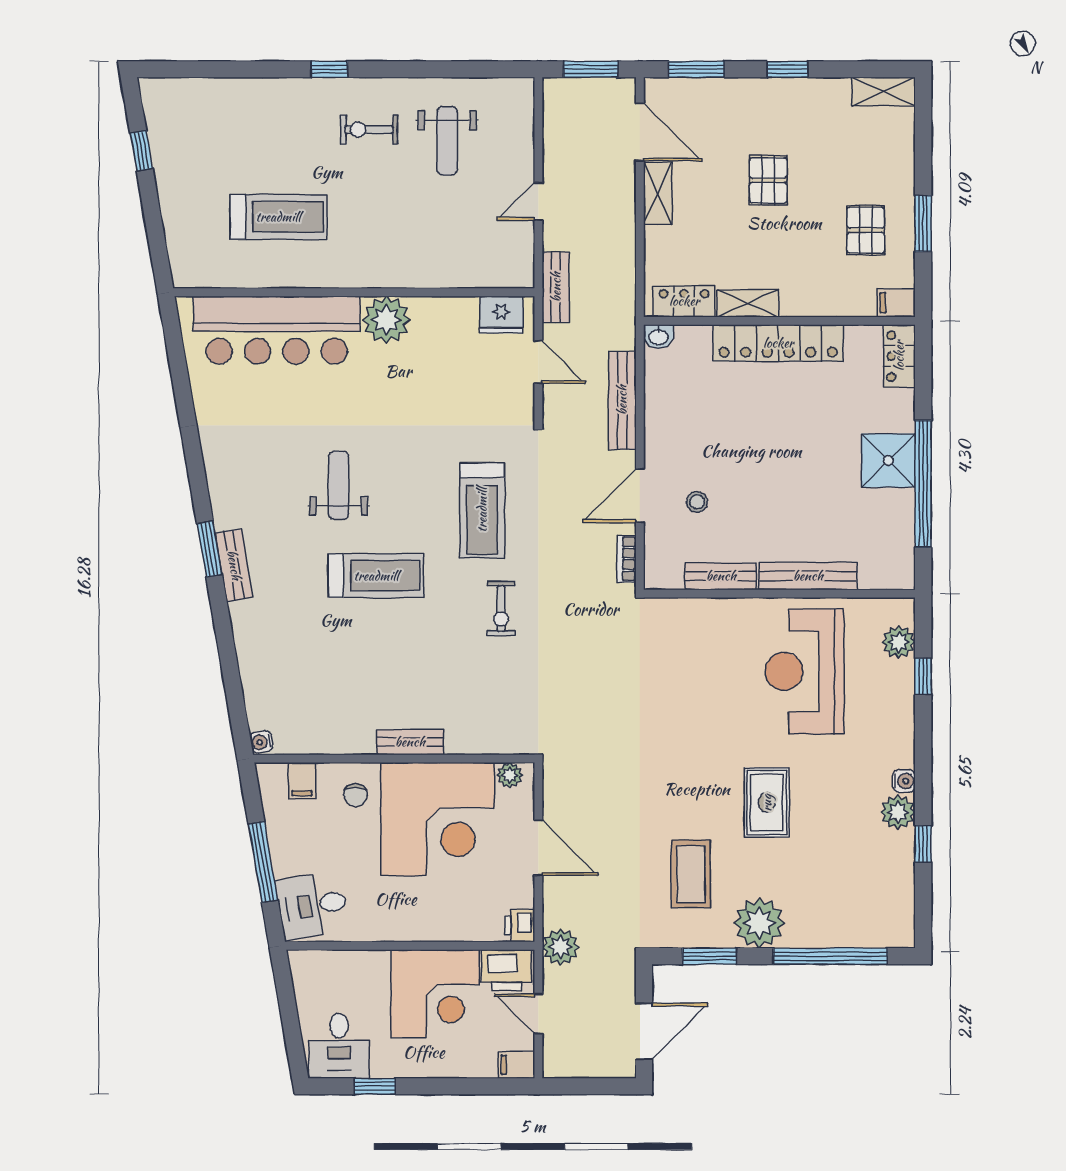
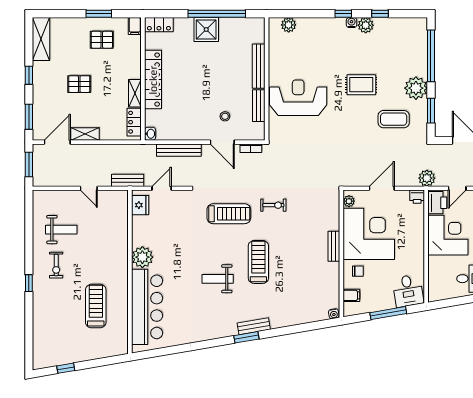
shelving: (883, 92) -> (41, 39), width x1.50, depth x1.33
reception desk: (805, 671) -> (298, 98), moved, turned 180
window: (923, 676) -> (343, 14), moved

